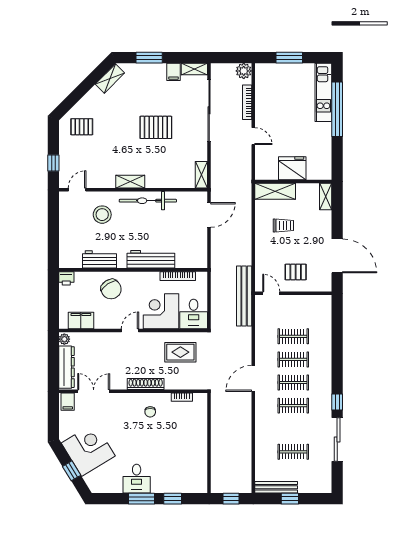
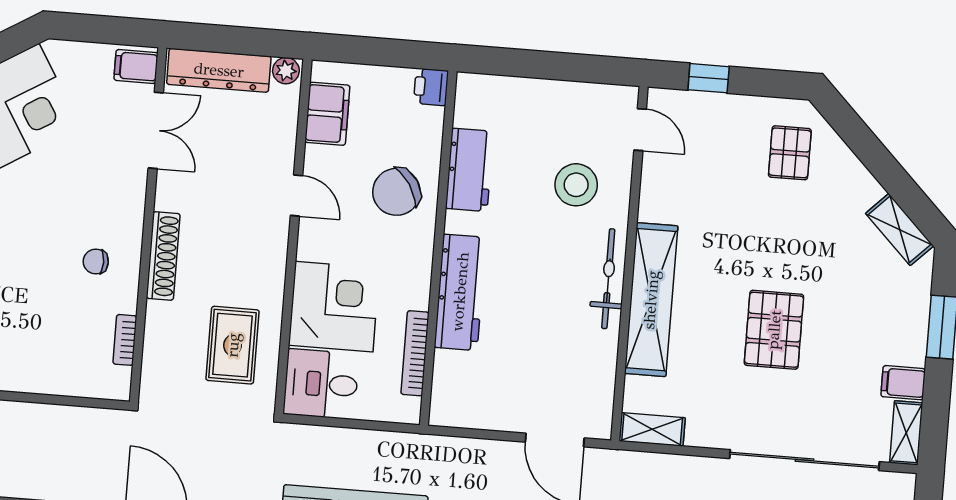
shelving: (130, 182) -> (651, 300), width x2.20, depth x1.33
bicycle: (148, 201) -> (608, 279), width x0.73, depth x0.71
door: (130, 331) -> (296, 195), moved

